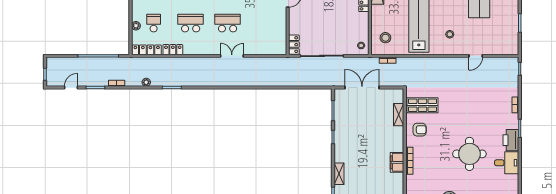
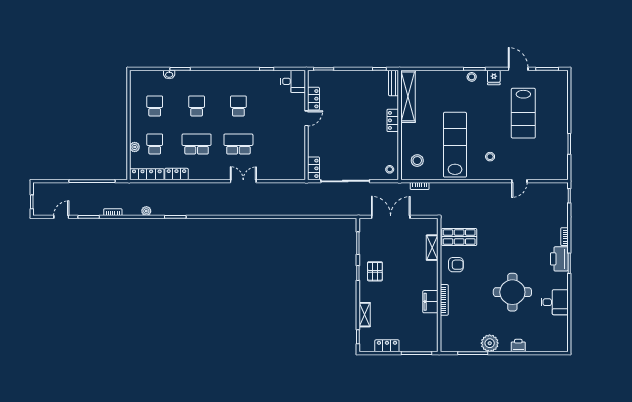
pallet: (348, 136) -> (375, 271), added
printer: (511, 140) -> (559, 259), moved

